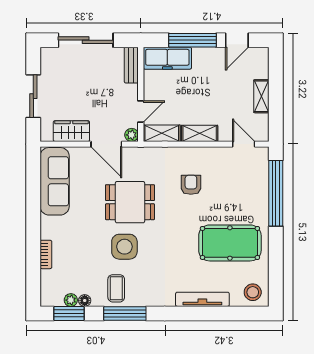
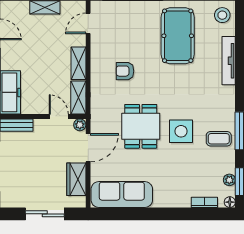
bookcase: (46, 254) -> (204, 202), moved
floor lamp: (85, 301) -> (230, 202), moved

